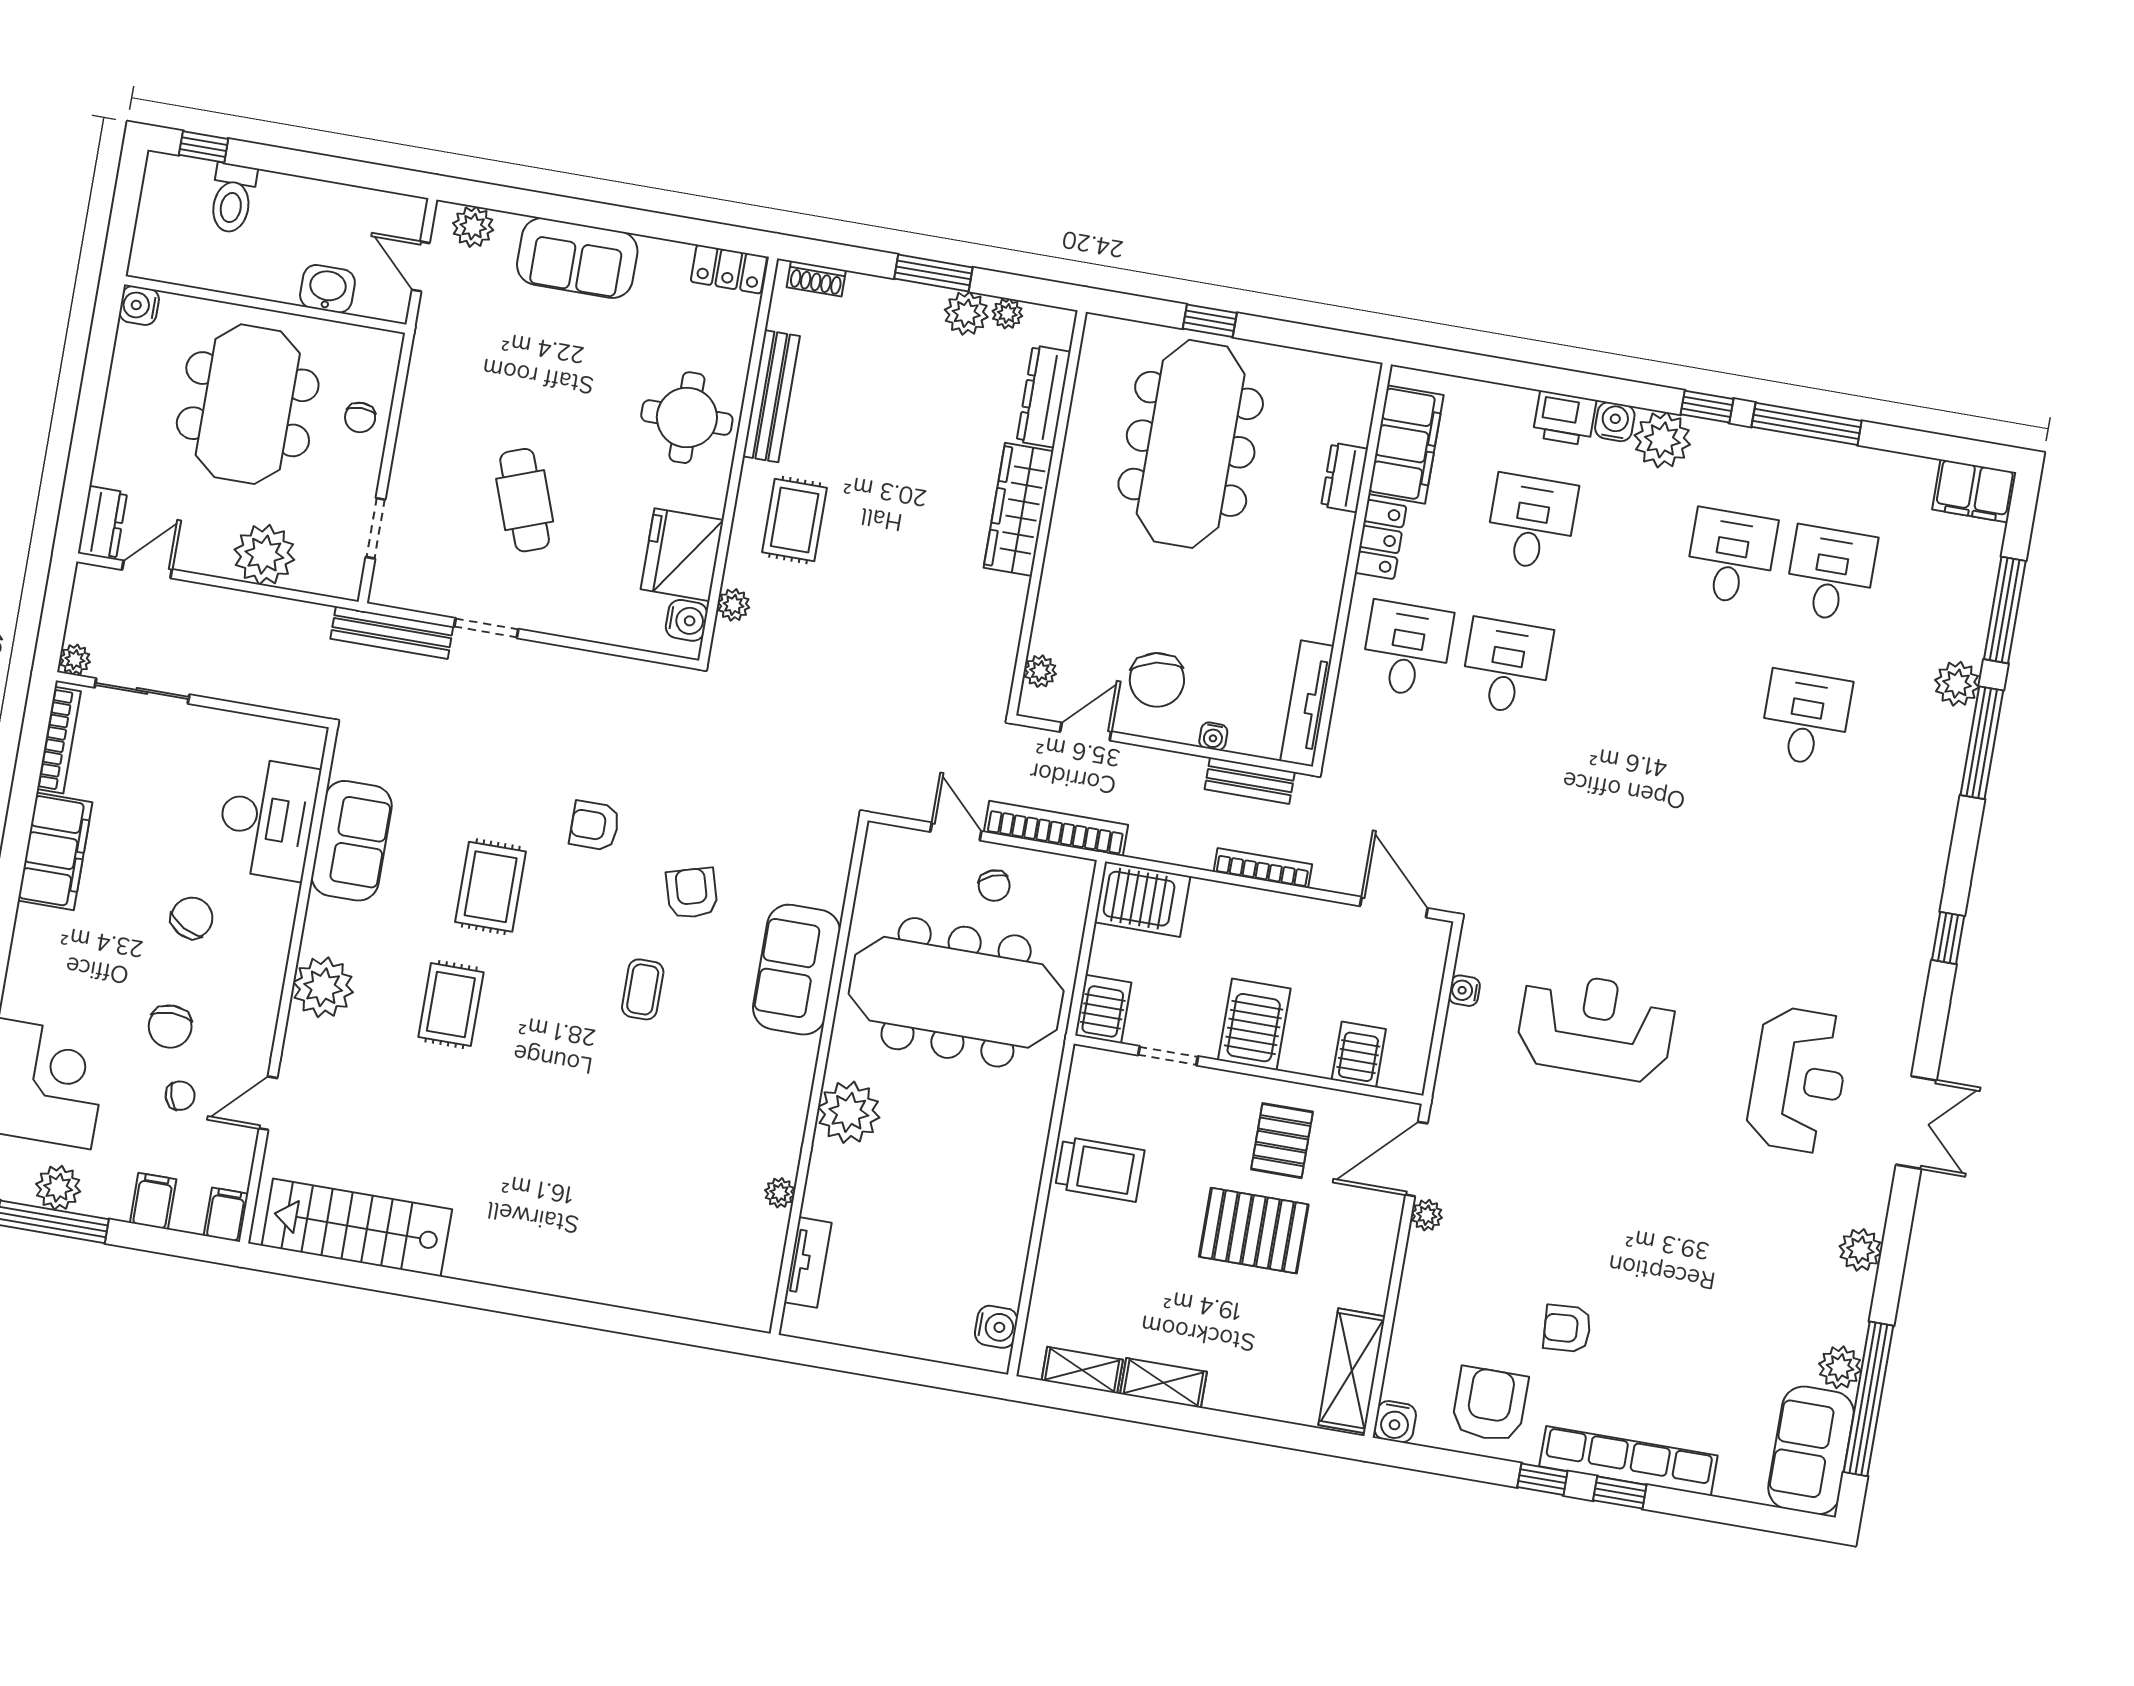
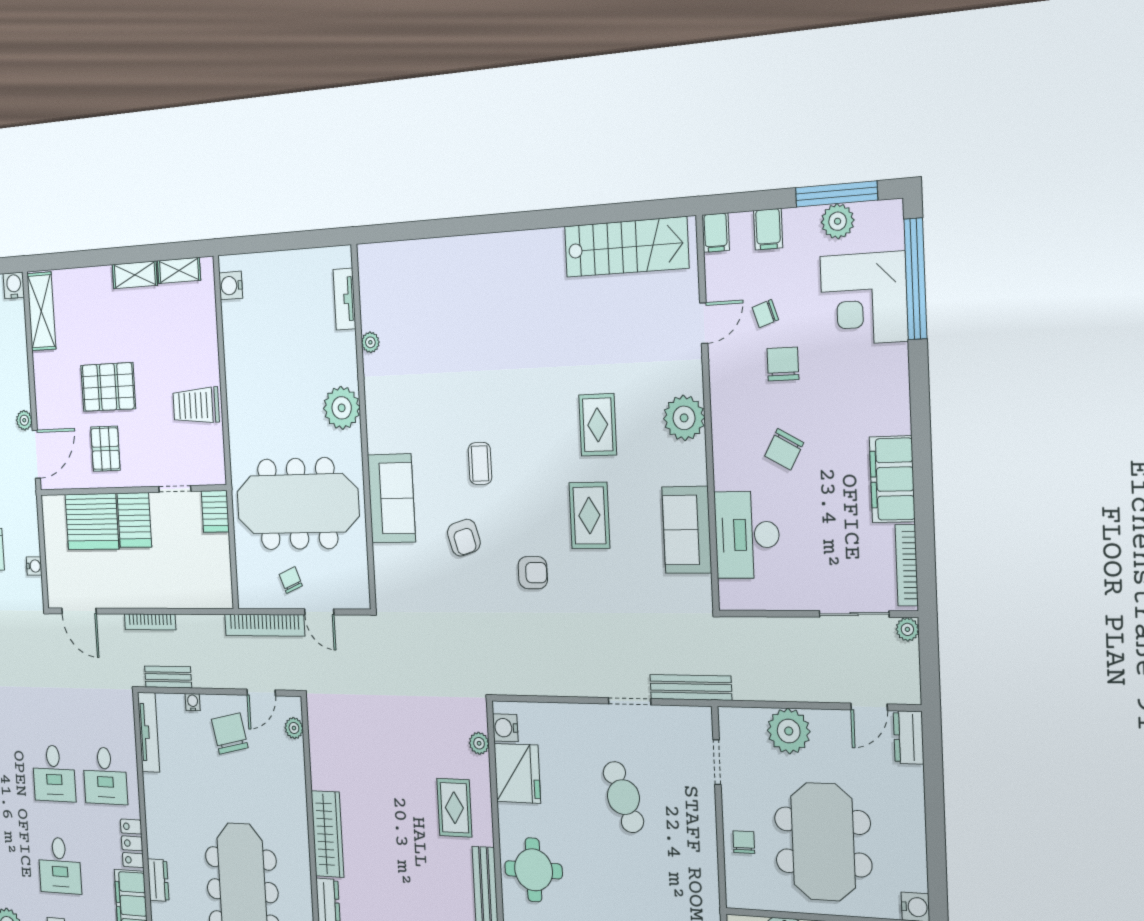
server rack: (1142, 899) -> (209, 588), removed
server rack: (1359, 1054) -> (92, 522), width x2.18, depth x1.44

